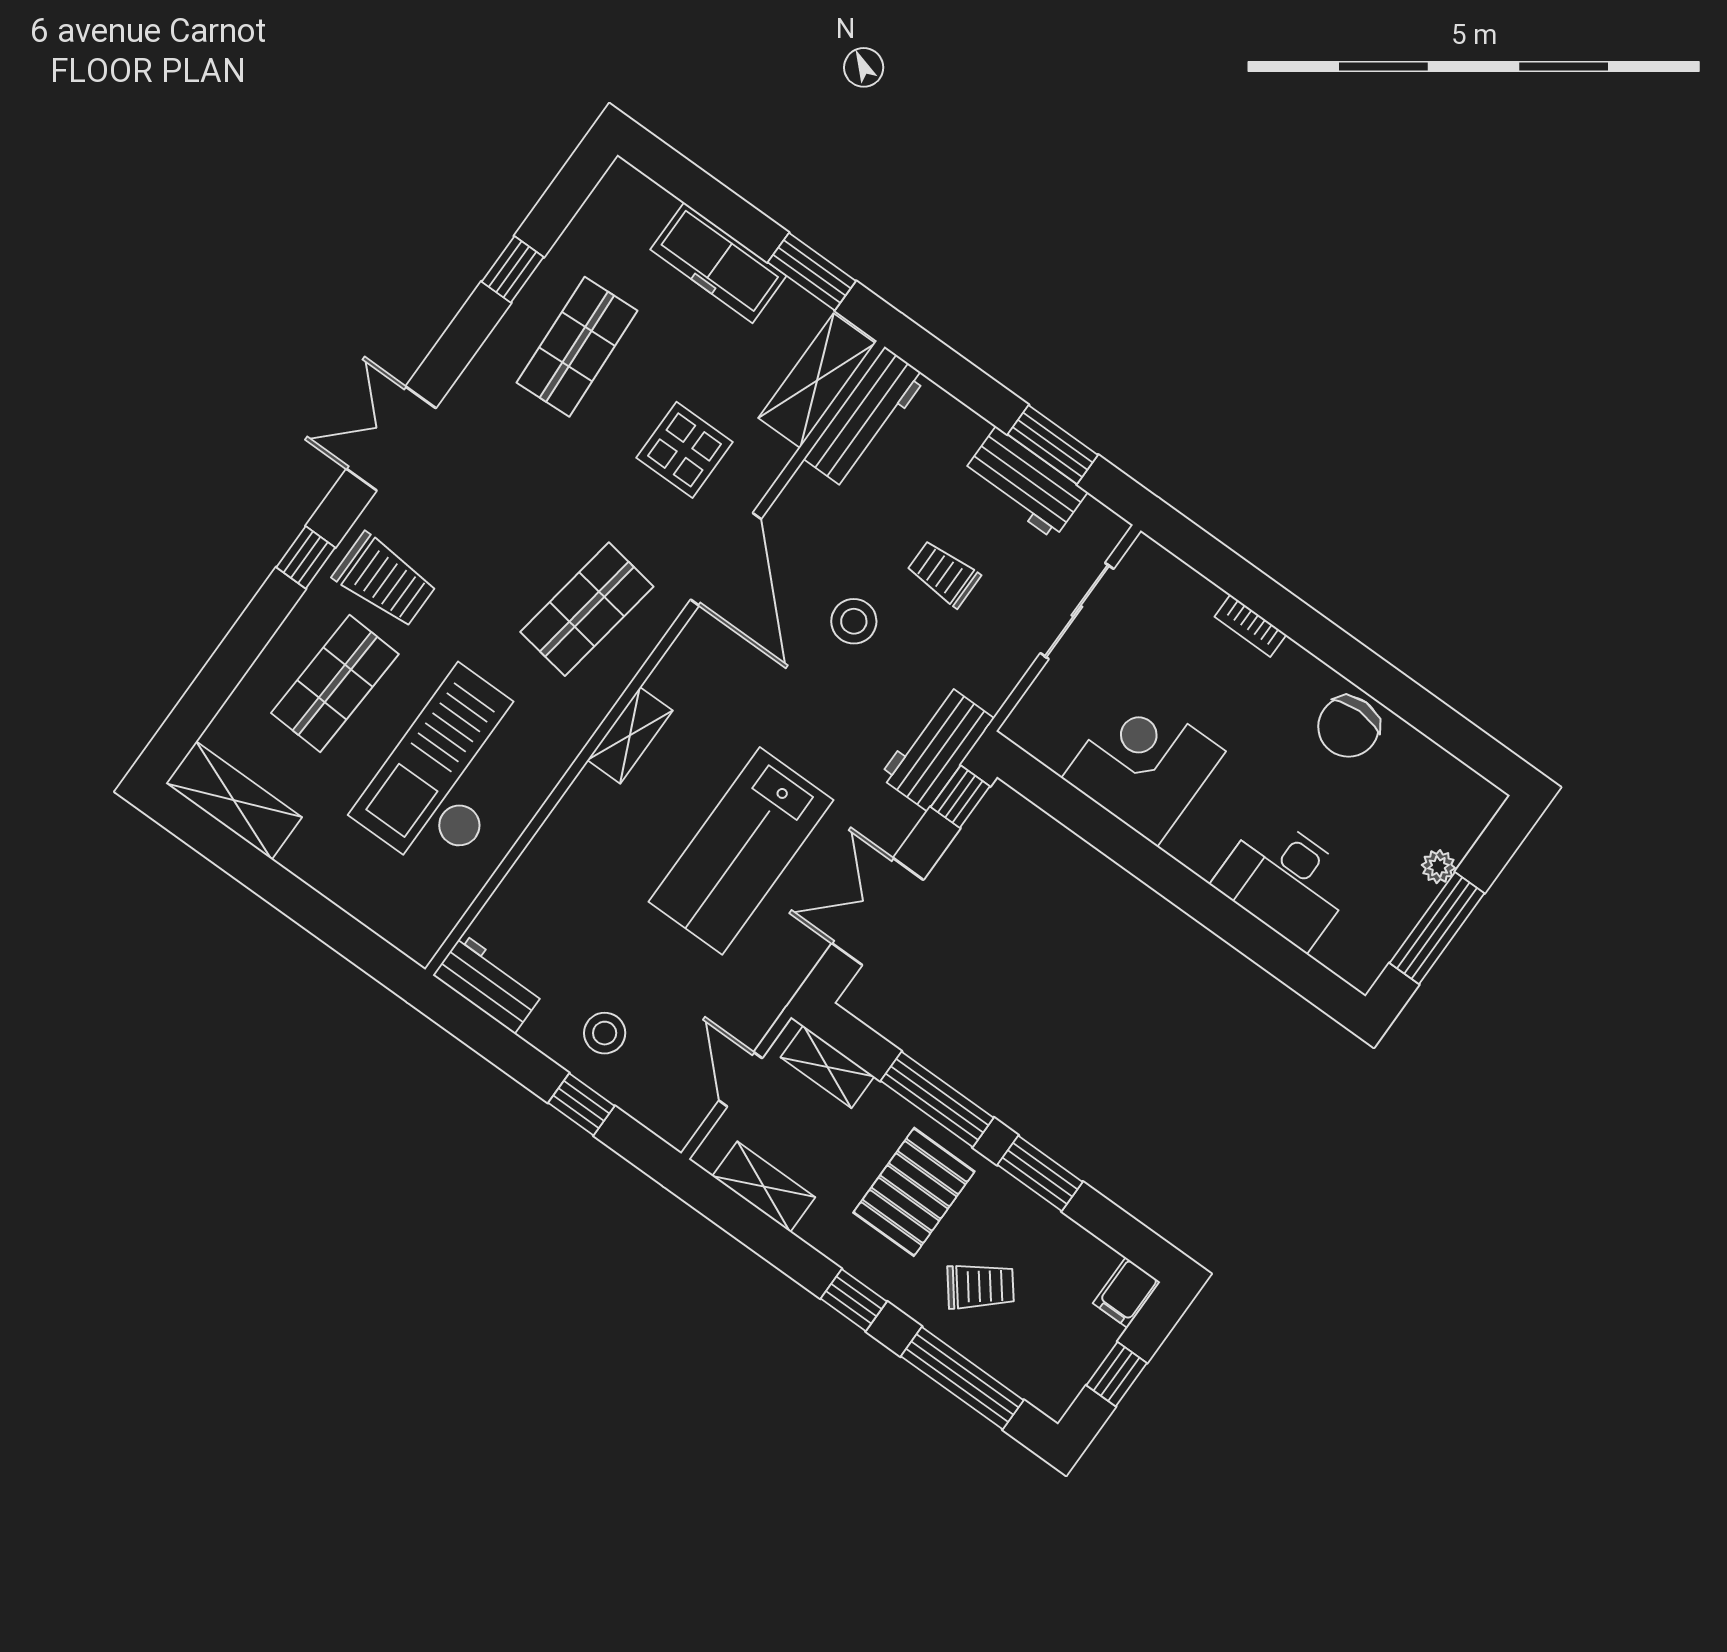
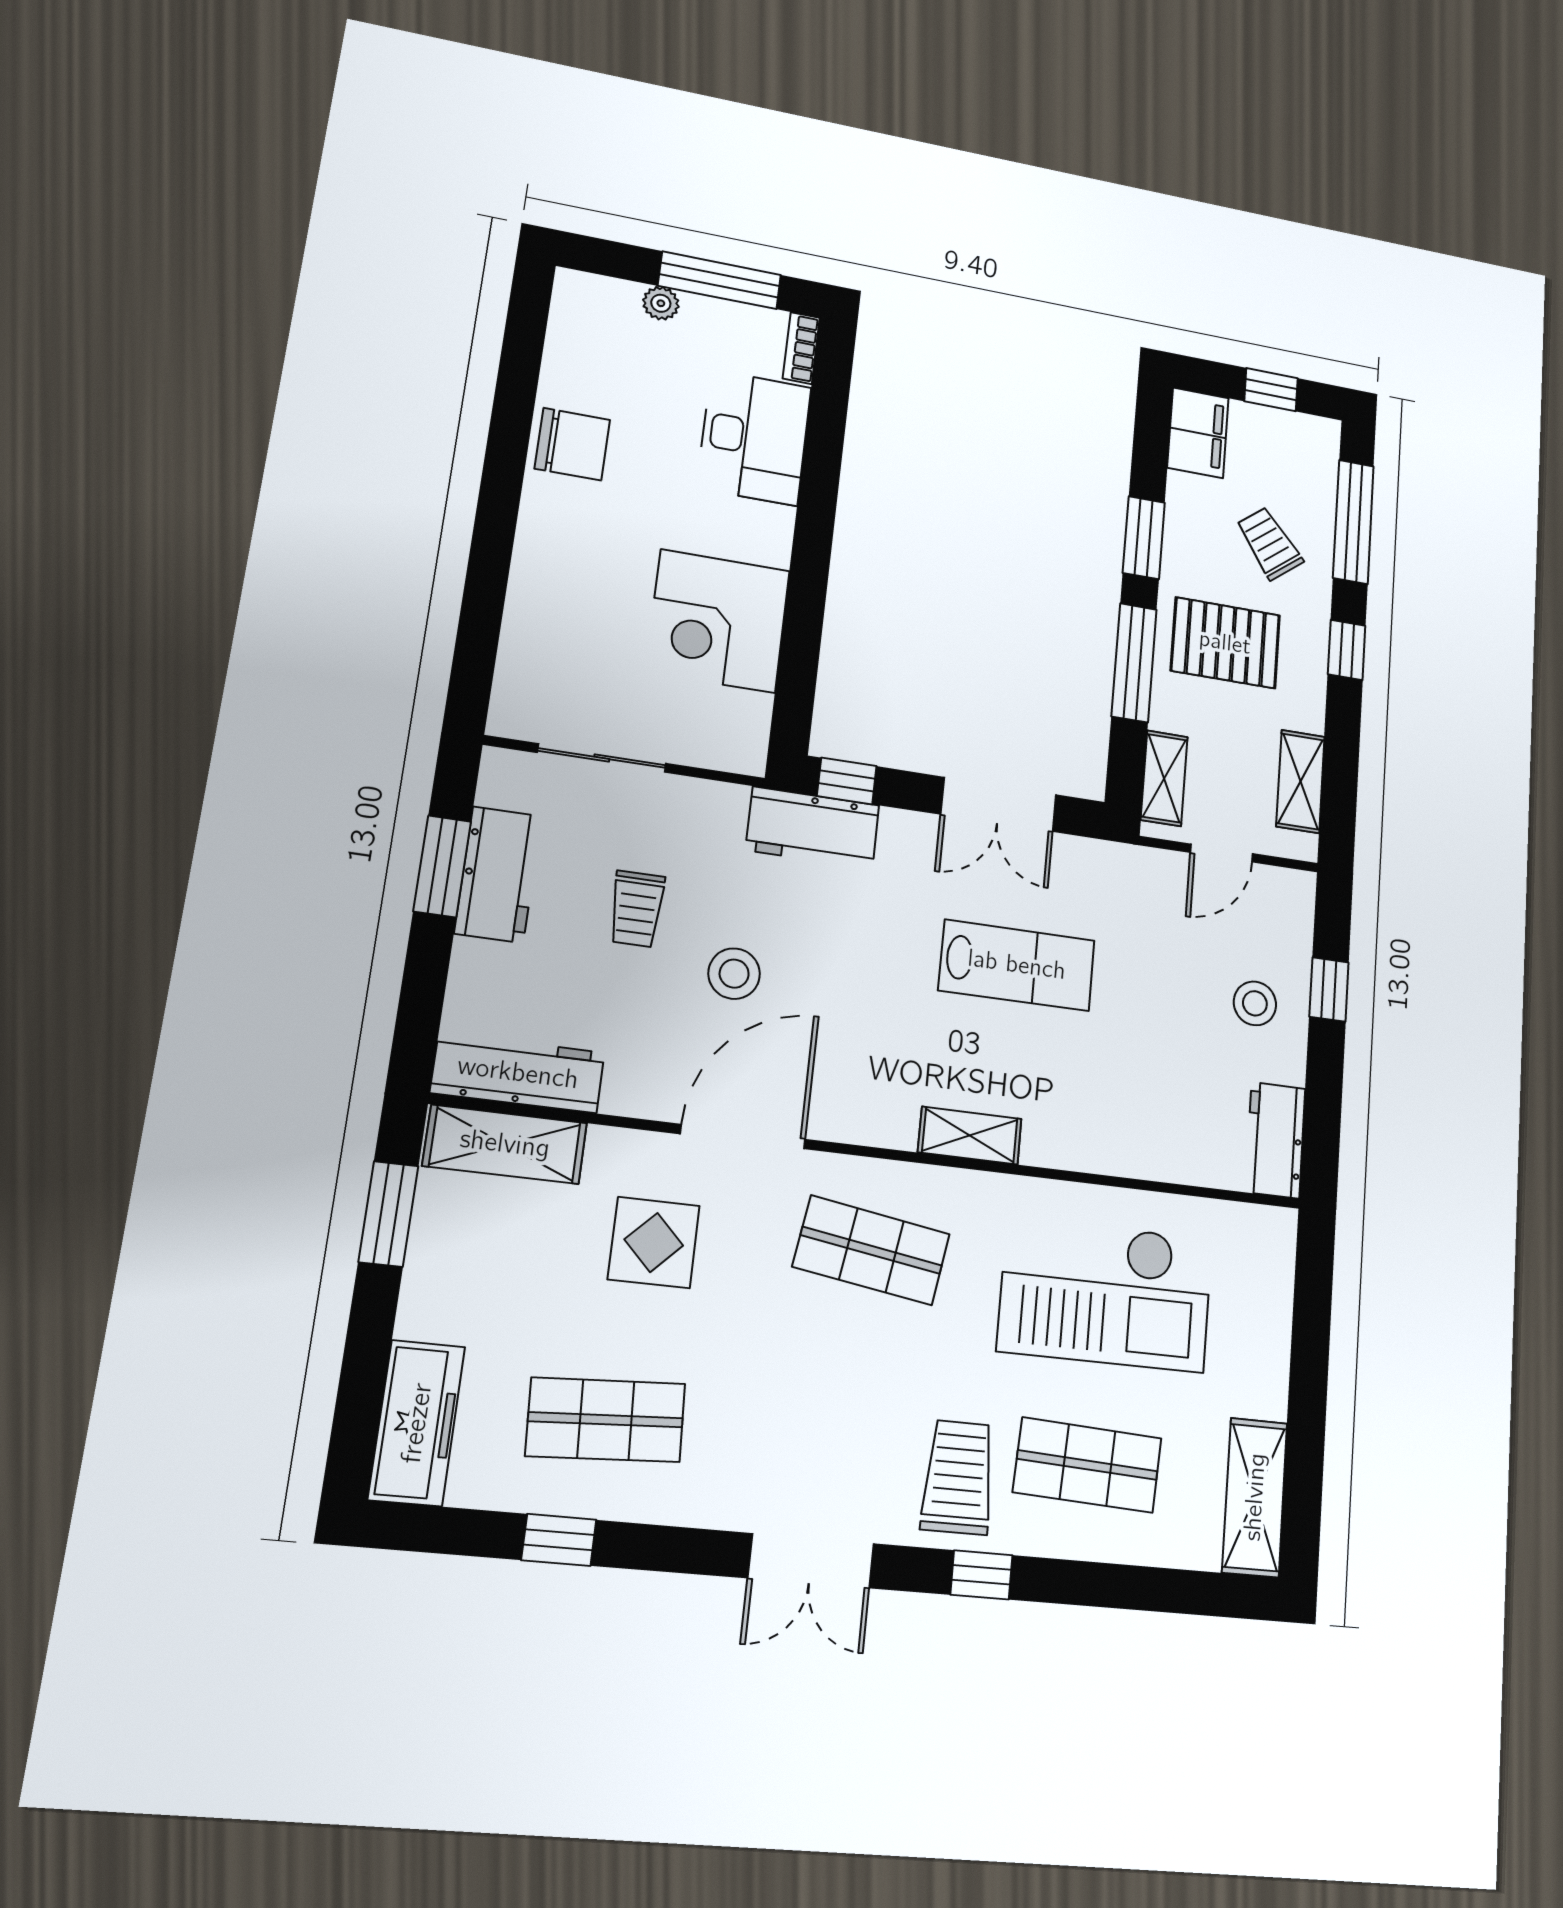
freezer: (718, 263) -> (417, 1423), moved
bookcase: (1250, 626) -> (801, 348), moved, turned 180
lab bench: (741, 851) -> (1017, 965), width x0.73, depth x0.72
filing cabinet: (1127, 1293) -> (1198, 433), width x2.00

